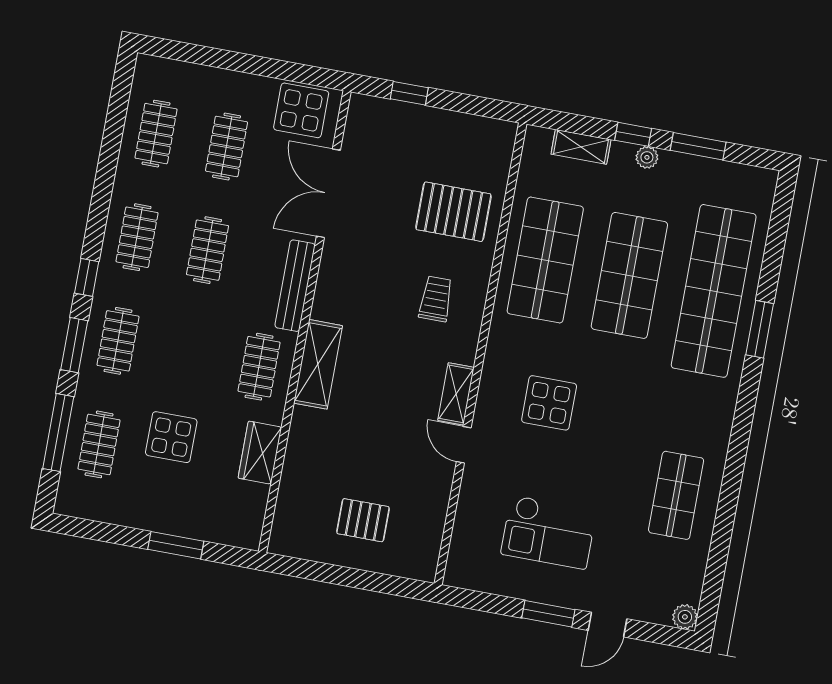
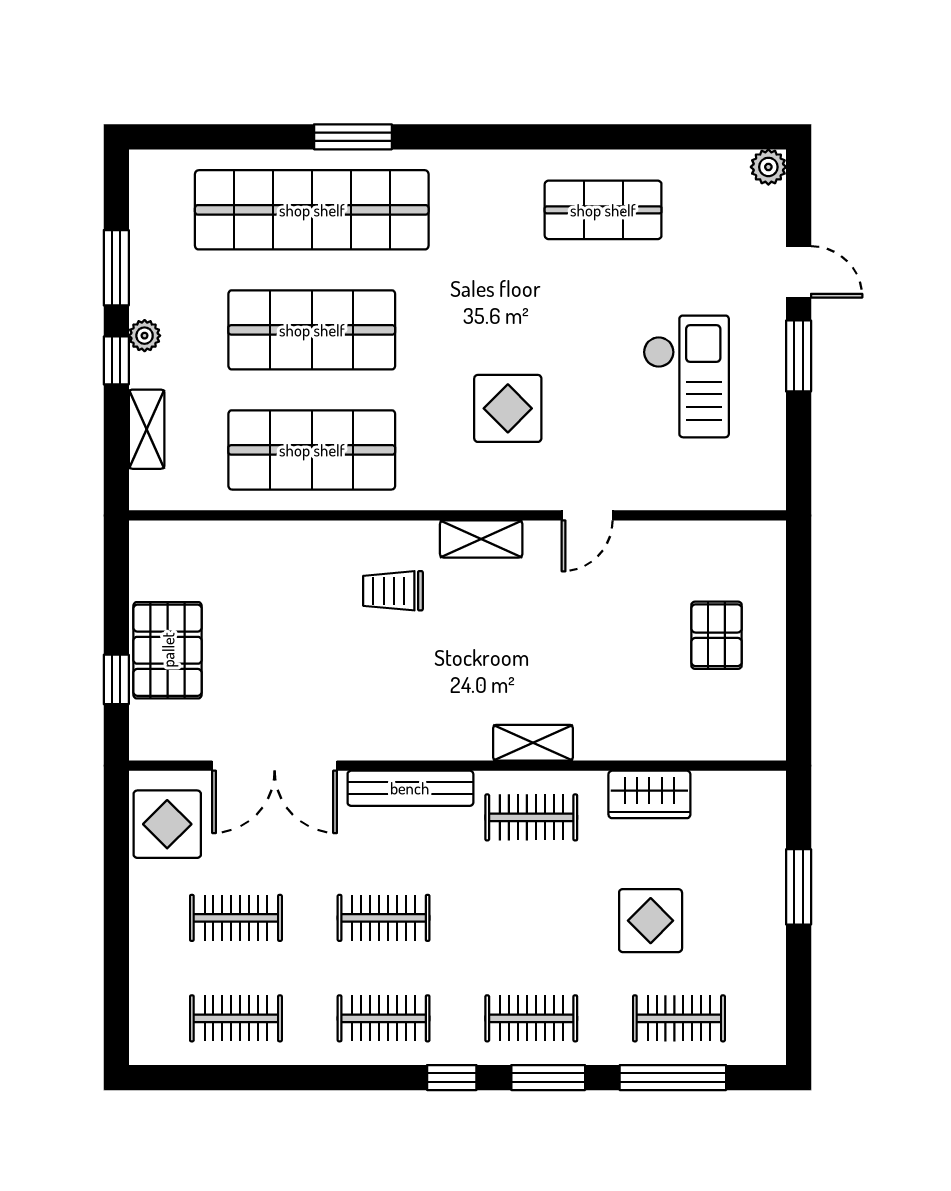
pallet: (453, 212) -> (168, 650), moved
shelving: (318, 364) -> (533, 743), width x0.67, depth x0.75
shelving: (456, 394) -> (481, 539), moved

